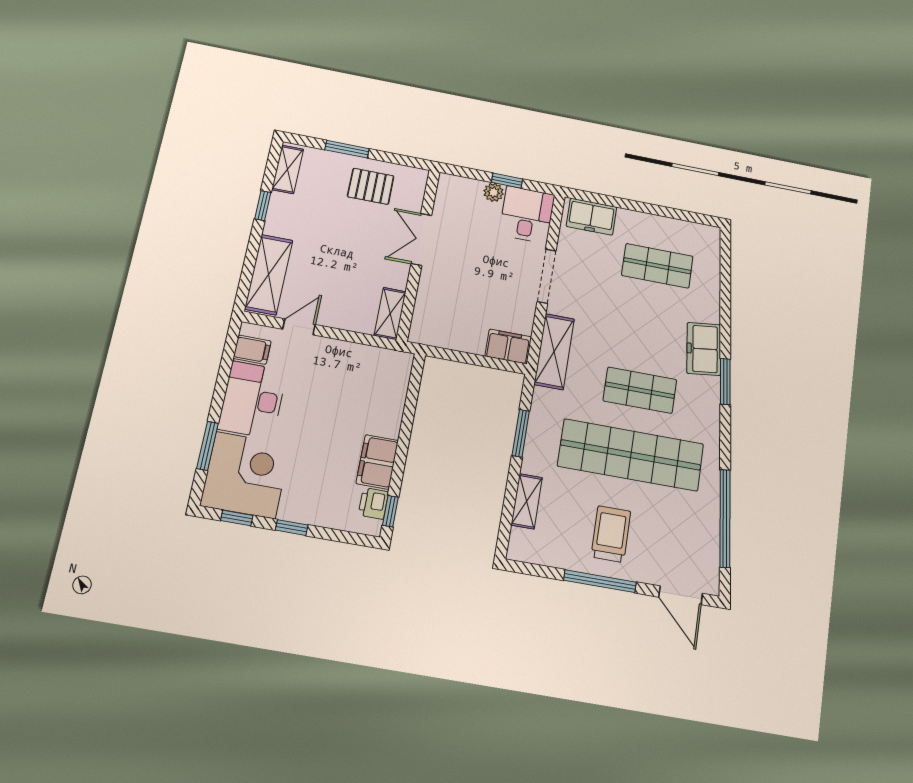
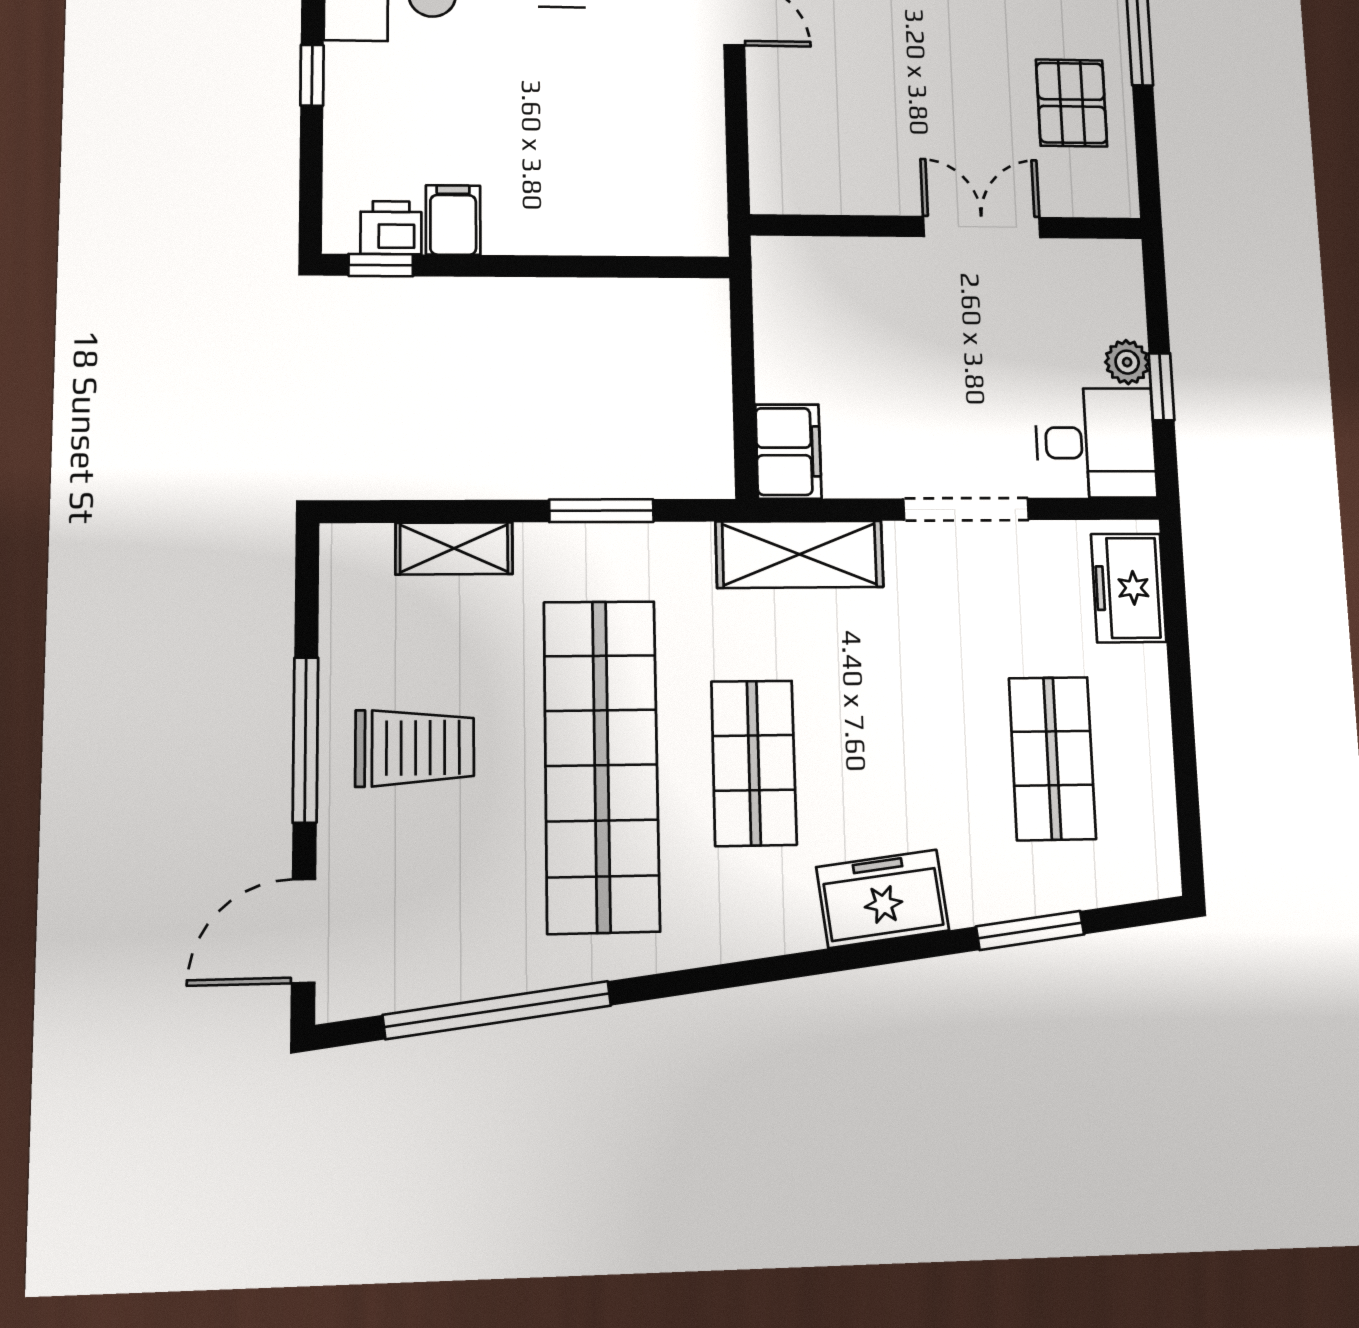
shelving: (390, 314) -> (804, 191), removed
window: (725, 382) -> (1030, 930), moved
filing cabinet: (377, 462) -> (453, 220), width x0.50

